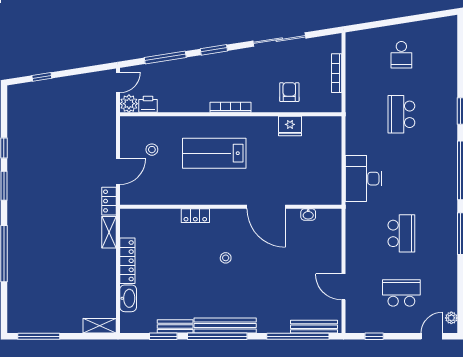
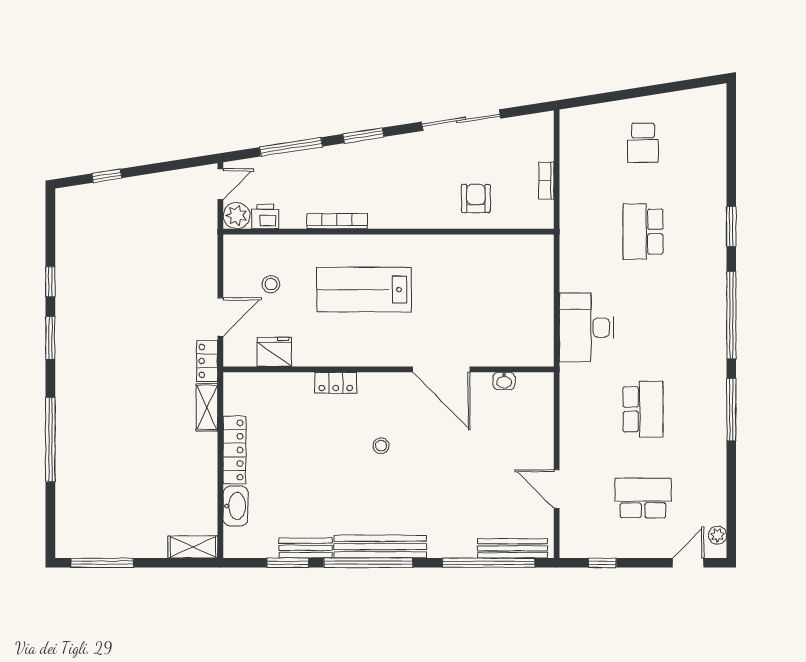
bookcase: (337, 73) -> (546, 181), width x0.64
bookcase: (231, 107) -> (337, 221), moved
fridge: (290, 126) -> (274, 352), moved, turned 180

